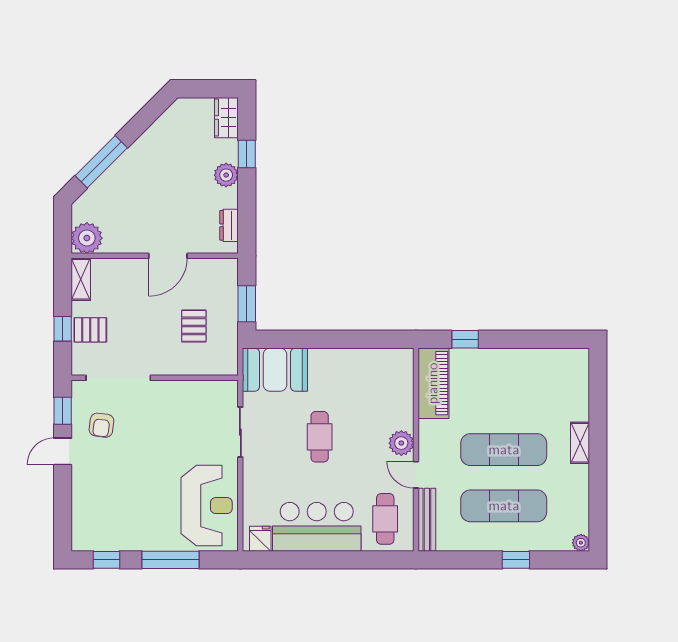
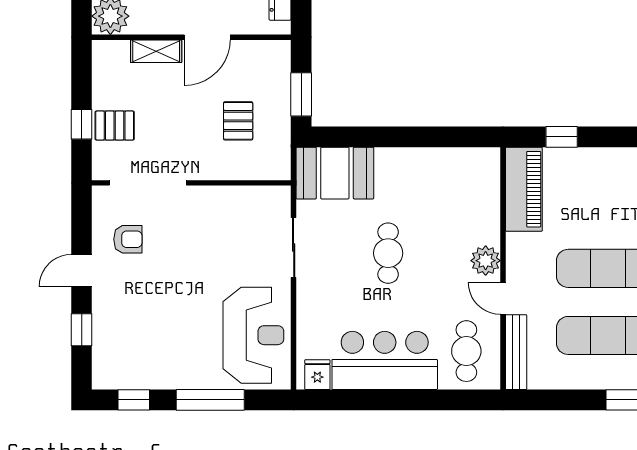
shelving: (81, 279) -> (156, 51), moved, turned 90
window: (63, 411) -> (82, 330), moved
armchair: (101, 425) -> (128, 239), turned -97

